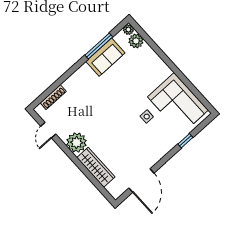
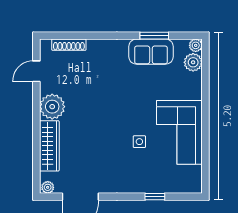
window: (99, 46) -> (154, 36), width x0.69
corner sofa: (178, 103) -> (179, 132), moved
plant: (117, 193) -> (48, 187), added

